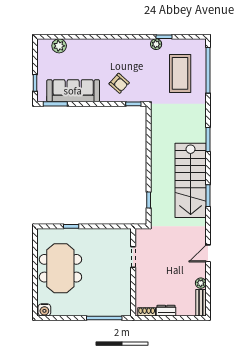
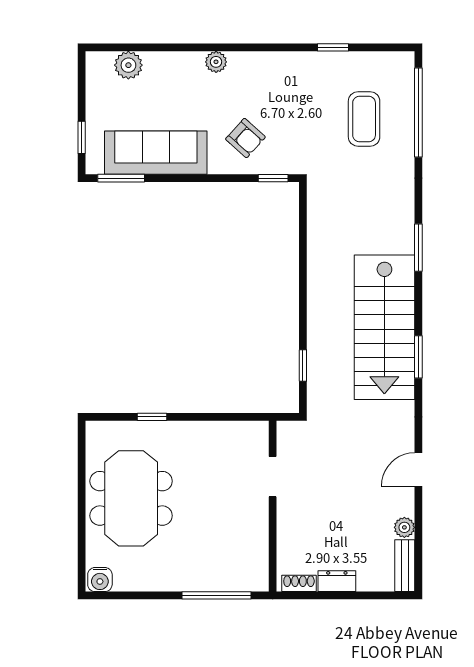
plant: (156, 44) -> (216, 62), moved
coffee table: (180, 73) -> (364, 119), width x0.73, depth x0.76

